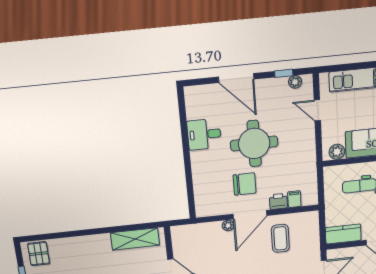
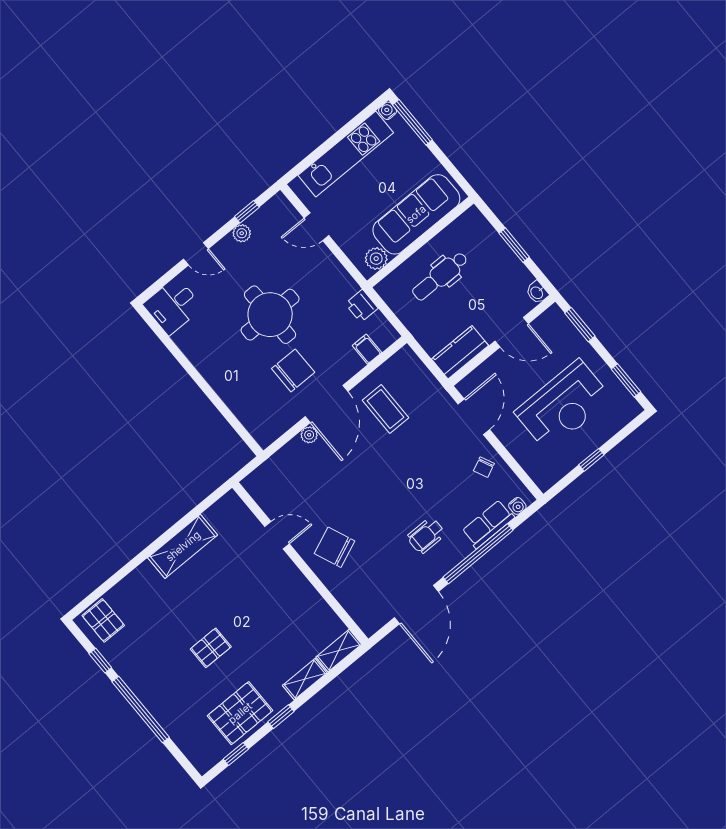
door: (236, 78) -> (196, 254), width x0.53
plant: (295, 82) -> (242, 233), moved
desk: (204, 134) -> (173, 306), moved
printer: (278, 201) -> (362, 306), moved, turned -90
shelving: (135, 239) -> (183, 546), moved

